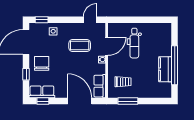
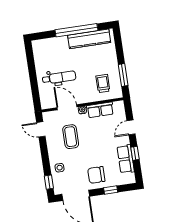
kitchen counter: (165, 69) -> (89, 39), width x1.50
row of seats: (100, 86) -> (100, 110), moved
row of seats: (42, 92) -> (126, 159), moved
window: (43, 101) -> (135, 153), moved
door: (80, 101) -> (131, 127), width x0.53

